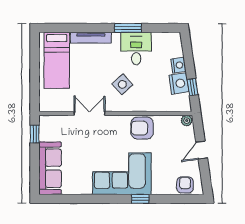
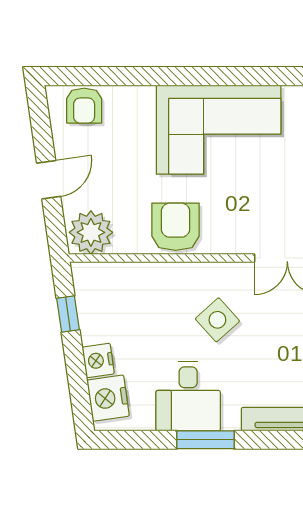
nightstand: (179, 83) -> (108, 398), moved
plant: (187, 121) -> (91, 232), width x1.88, depth x1.88
armchair: (142, 128) -> (176, 227), turned -90
window: (140, 199) -> (180, 76), removed

